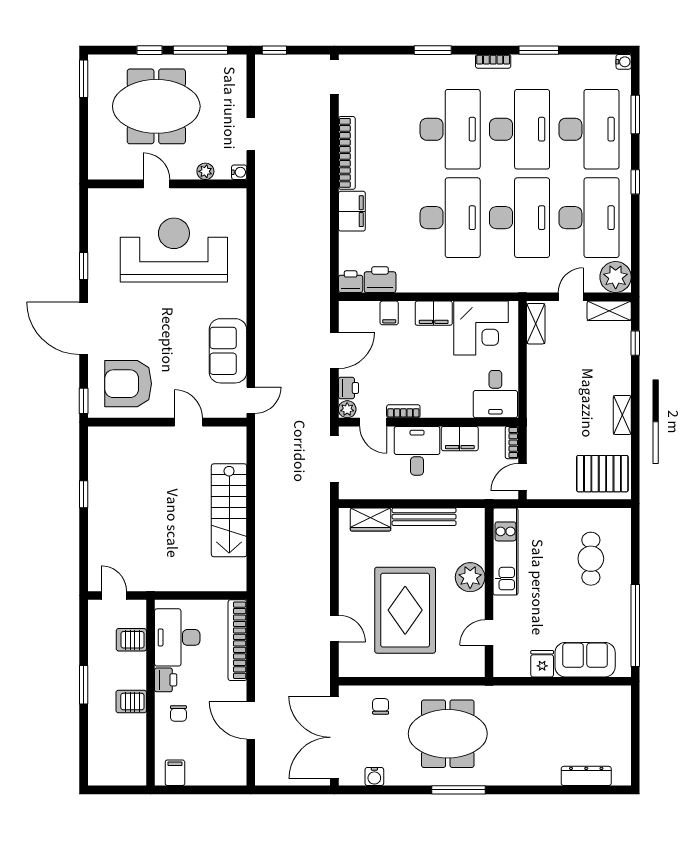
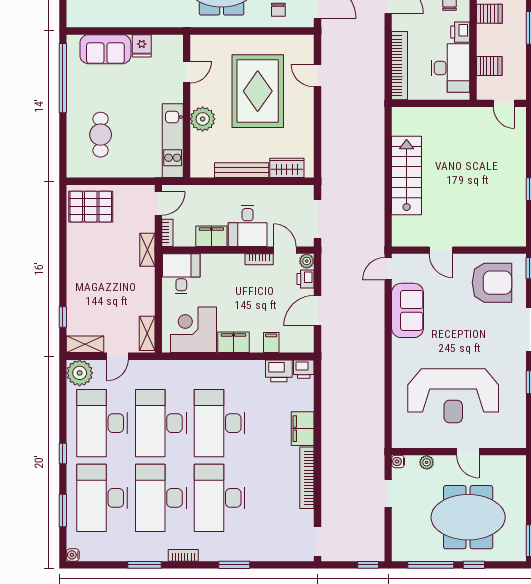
shelving: (622, 415) -> (147, 250), moved

